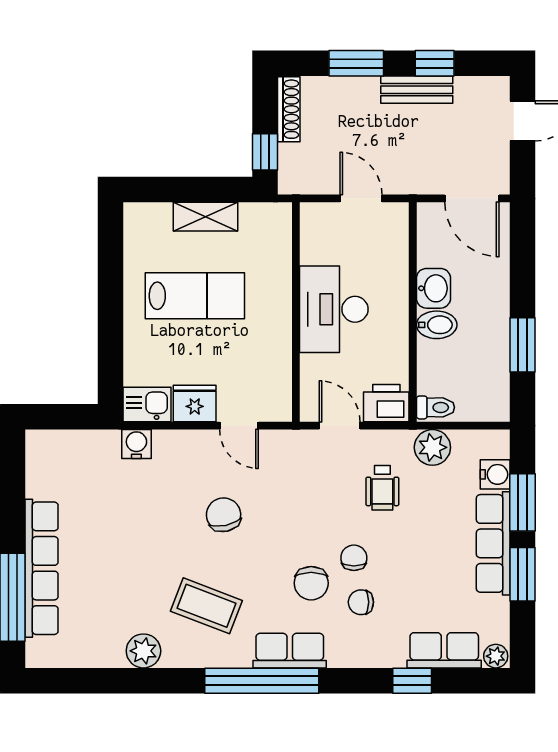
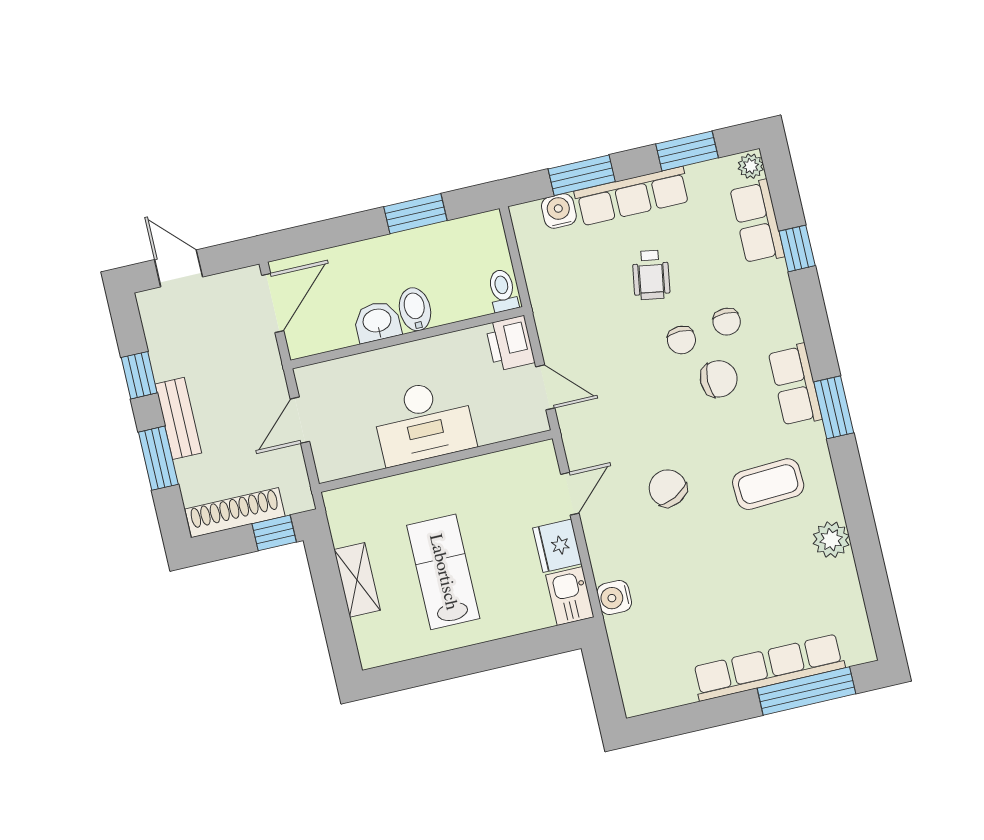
bench: (417, 90) -> (178, 418), moved
shoe rack: (289, 109) -> (235, 513), width x1.36, depth x1.24
door: (340, 426) -> (545, 387), swing flipped
plant: (432, 447) -> (546, 284), removed
wheelchair: (382, 488) -> (651, 275), moved, turned 99
chair: (224, 515) -> (668, 488), turned 75
chair: (354, 558) -> (681, 340), turned -90
window: (523, 574) -> (687, 151), moved
coffee table: (206, 606) -> (768, 484), turned 66
window: (262, 681) -> (834, 407), width x0.47

